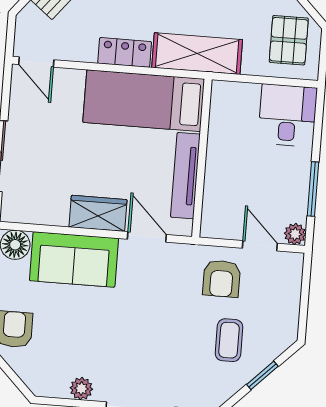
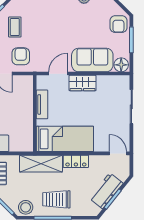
tv unit: (185, 176) -> (42, 104), width x0.71
door: (147, 237) -> (58, 74), swing flipped

